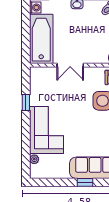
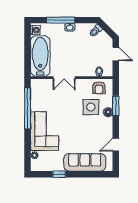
window: (26, 102) -> (28, 108), width x3.17
window: (85, 182) -> (59, 174), moved

